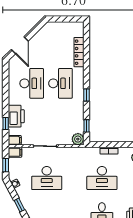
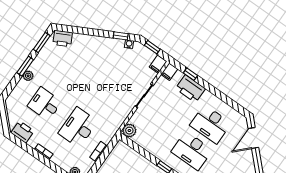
door: (20, 45) -> (253, 138), hinge flipped
window: (87, 126) -> (136, 147), removed
desk: (47, 178) -> (114, 77), removed
window: (19, 205) -> (121, 36), moved

